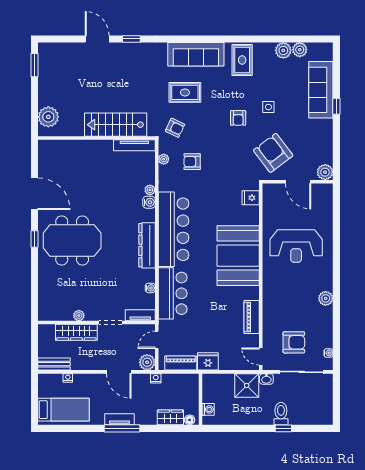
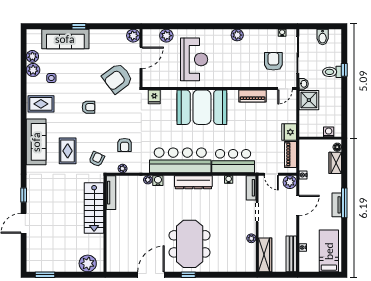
side table: (268, 107) -> (51, 78), moved
plant: (325, 212) -> (166, 36), added
wardrobe: (76, 332) -> (265, 255), moved
bench: (54, 364) -> (291, 254), width x1.36
bidet: (323, 402) -> (323, 37), added

